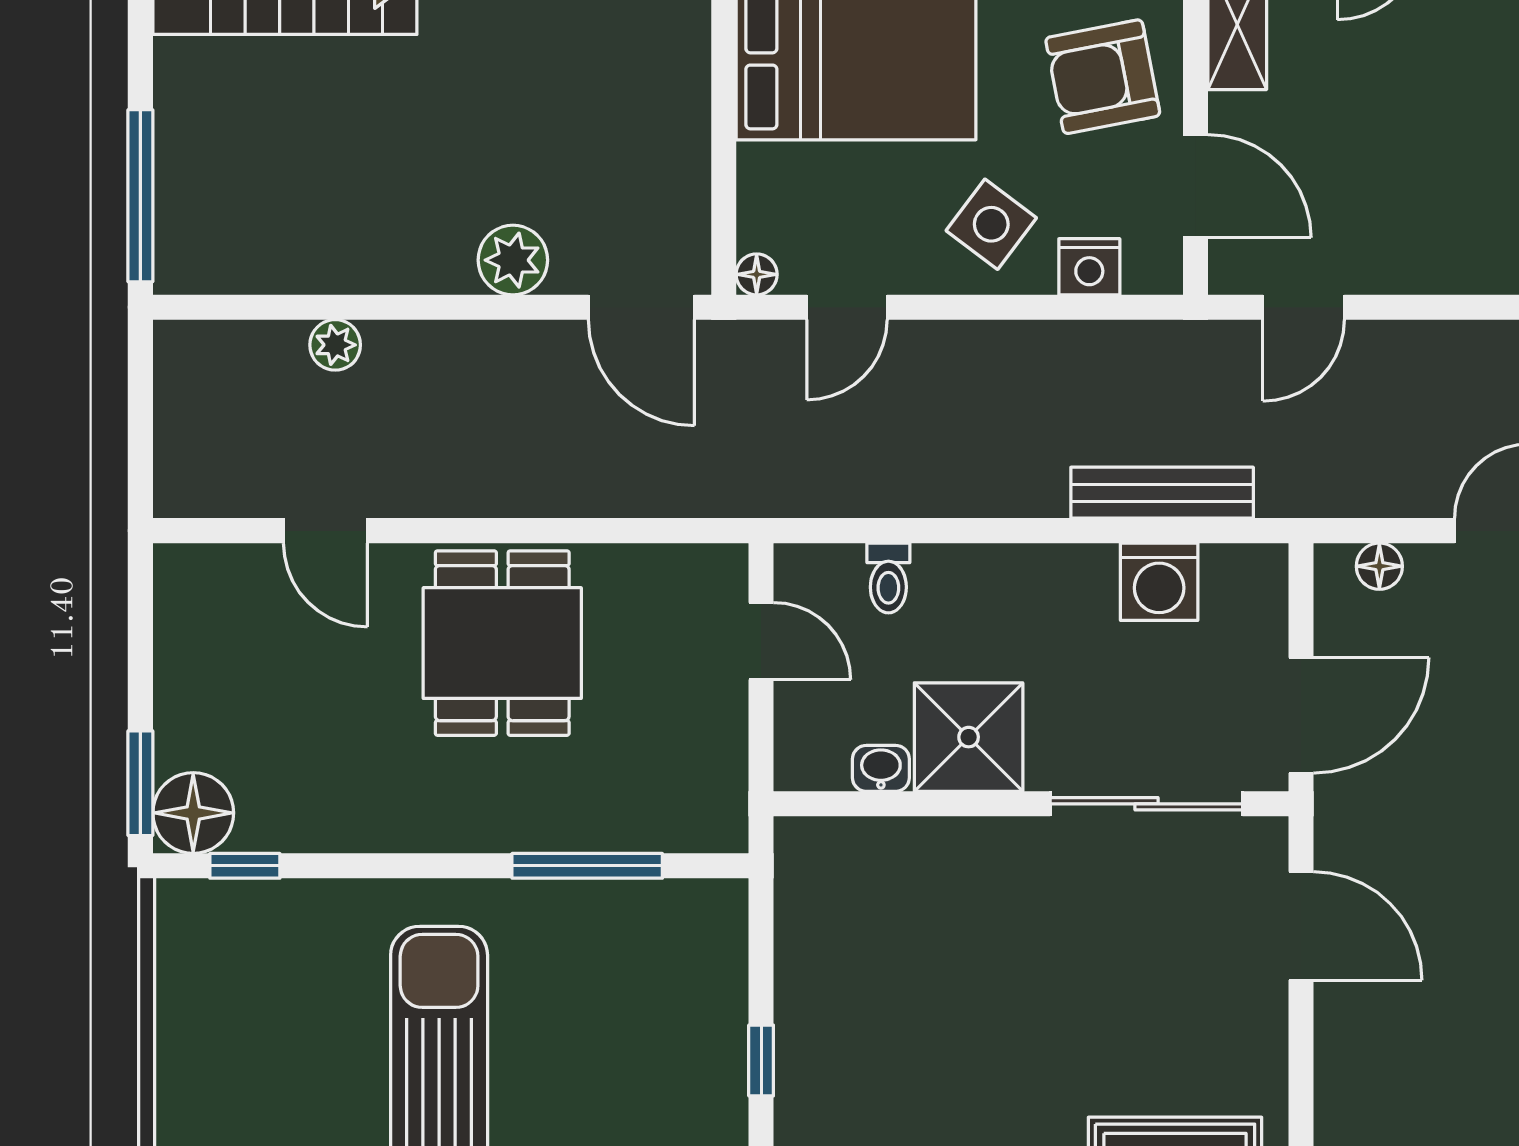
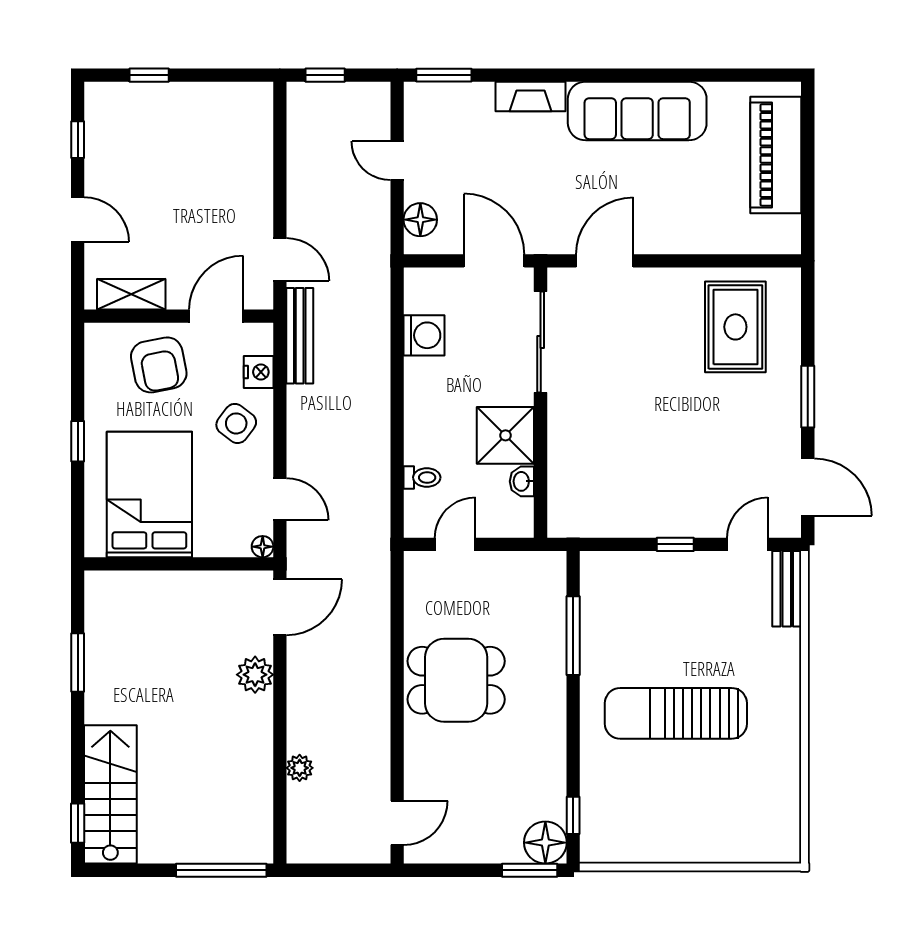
bench: (1162, 493) -> (300, 336), moved
door: (325, 531) -> (397, 823), moved
floor lamp: (1379, 566) -> (420, 220), width x1.37, depth x1.37

